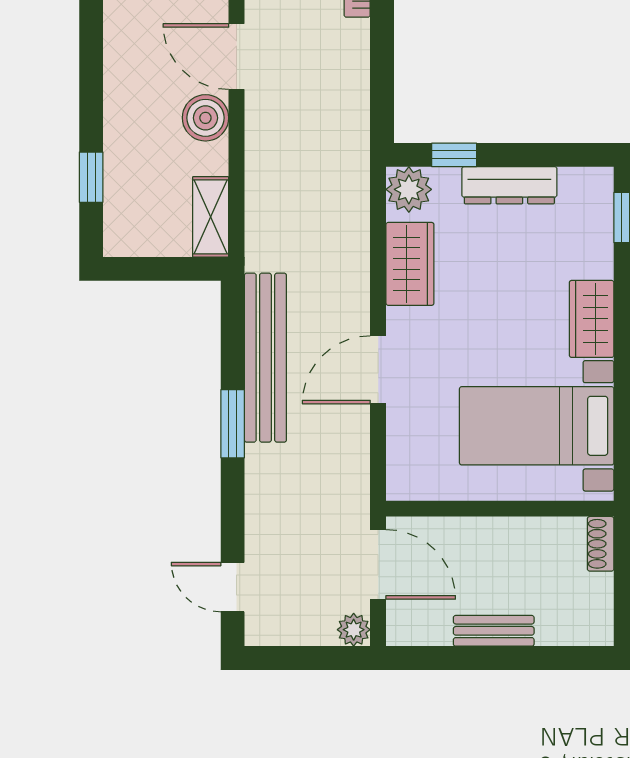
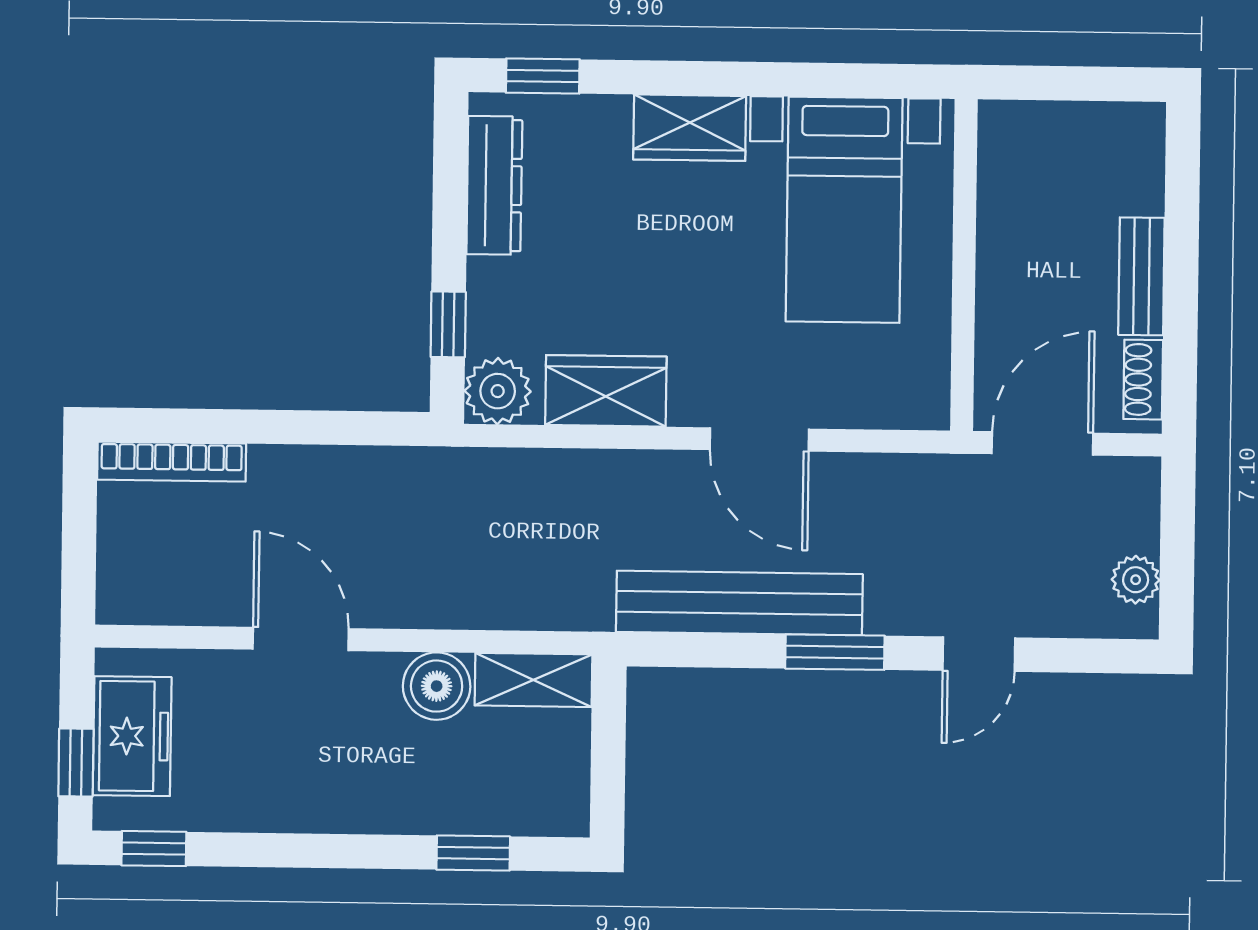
door: (237, 57) -> (301, 639), swing flipped
boiler: (205, 118) -> (437, 686), moved
dresser: (509, 185) -> (494, 185), moved
shoe rack: (601, 544) -> (1143, 380), moved, turned 90
door: (233, 587) -> (979, 654), moved
plant: (354, 630) -> (1136, 580), moved

